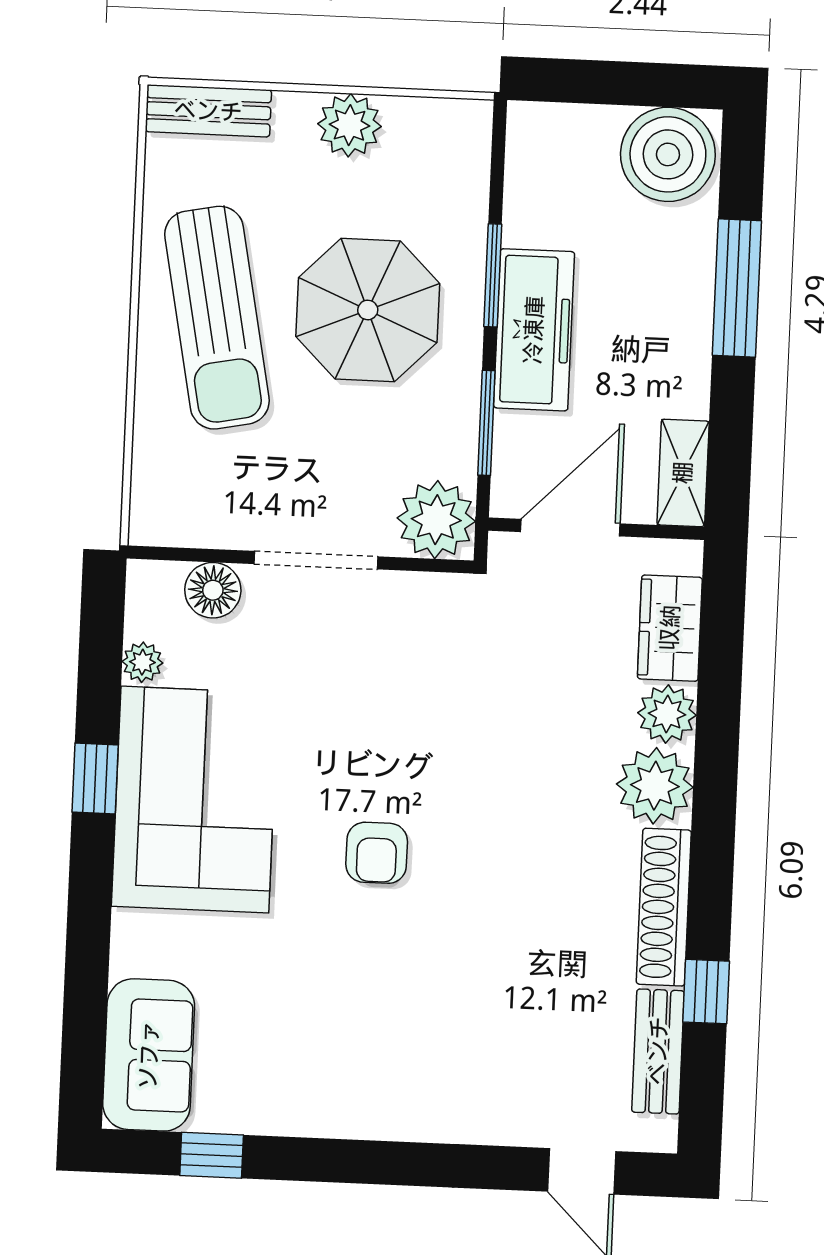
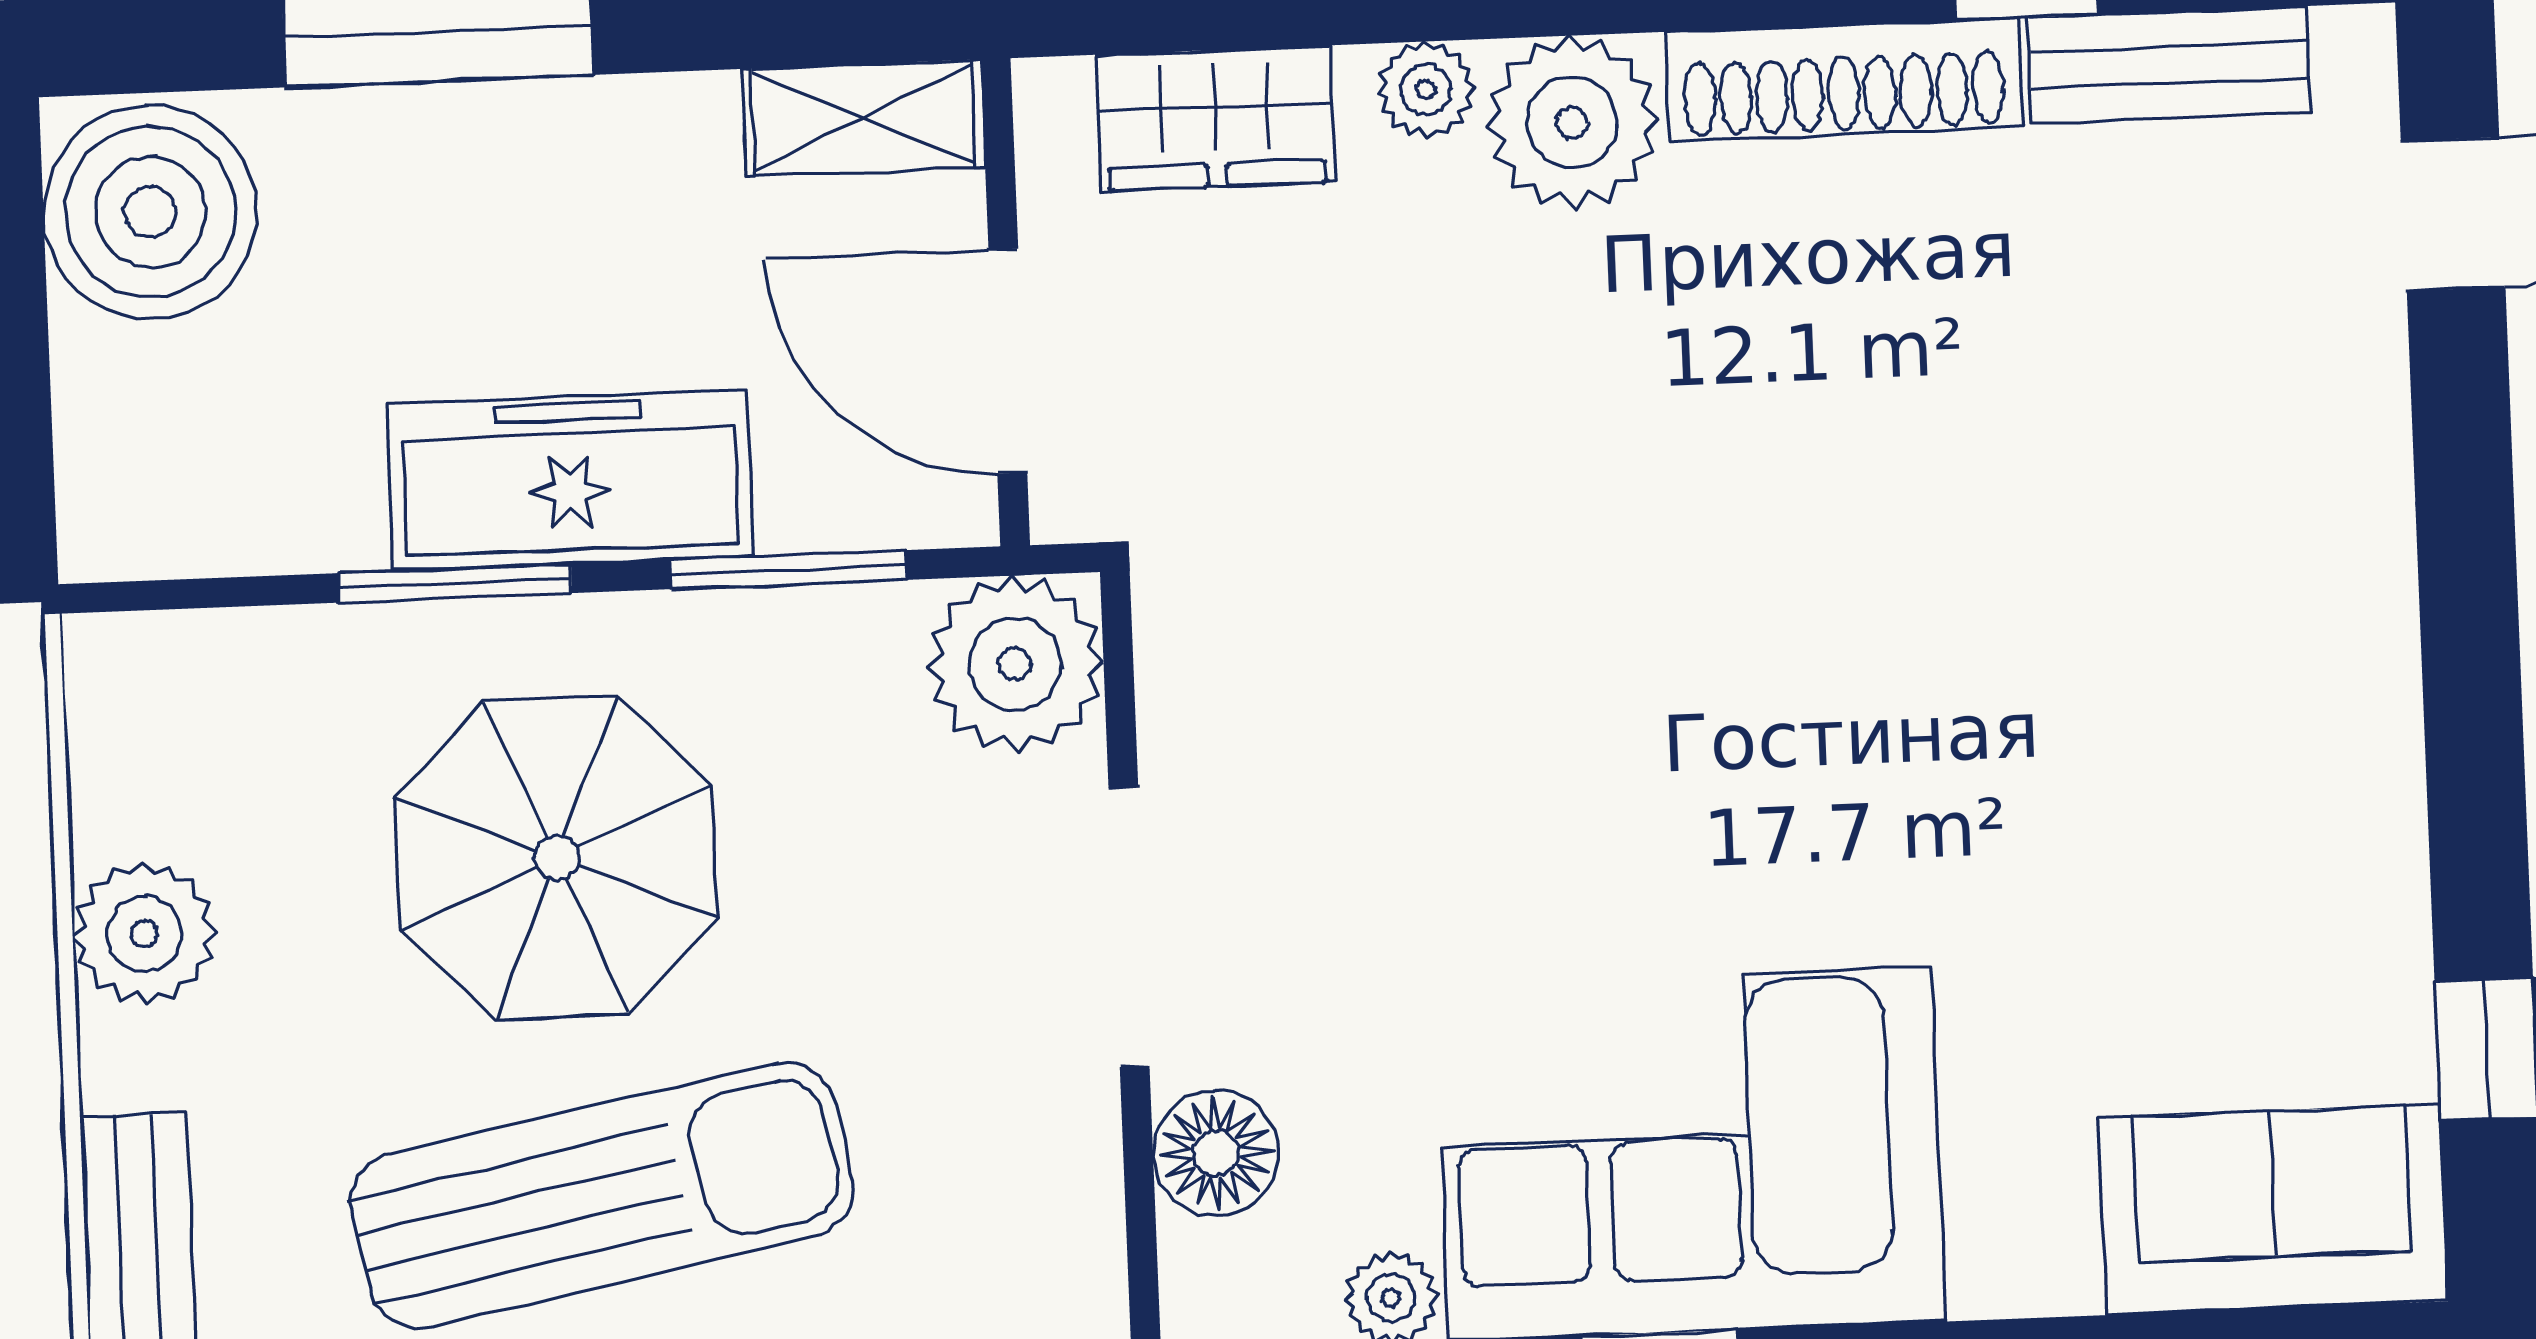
plant: (667, 714) -> (1426, 90), width x0.73, depth x0.73
armchair: (377, 853) -> (1775, 735), removed

